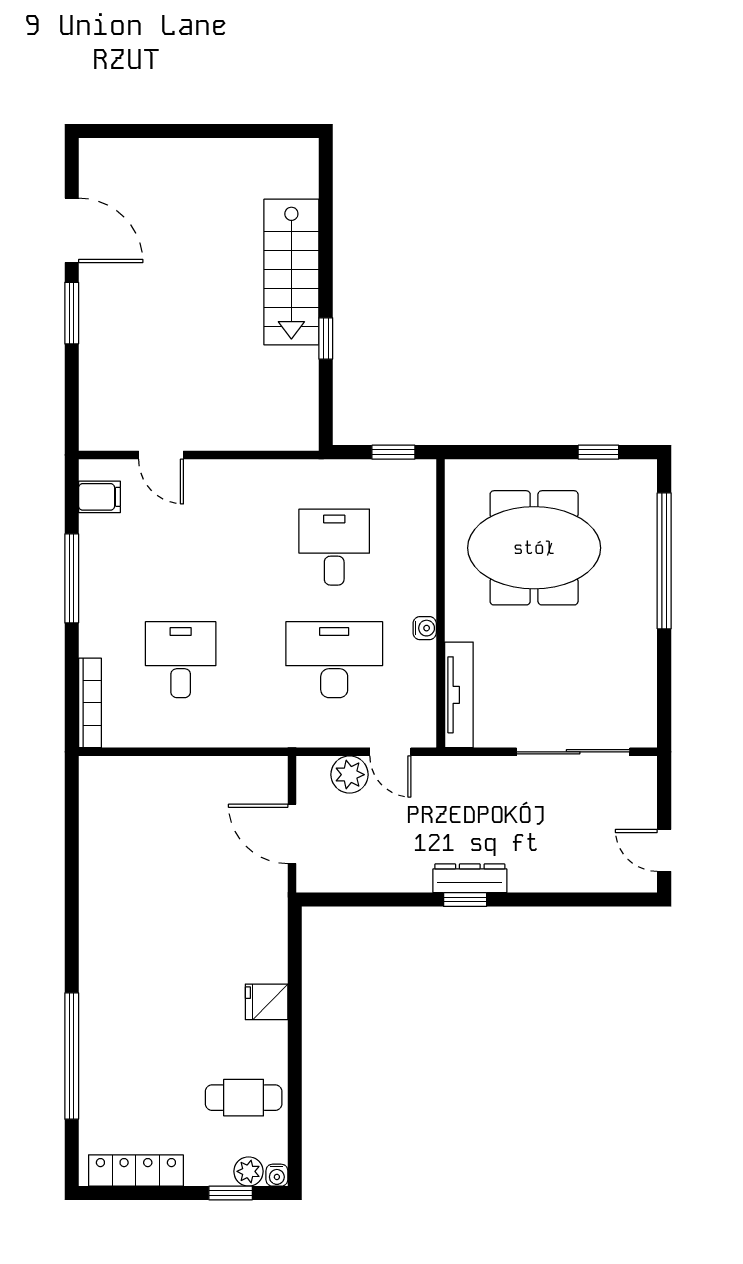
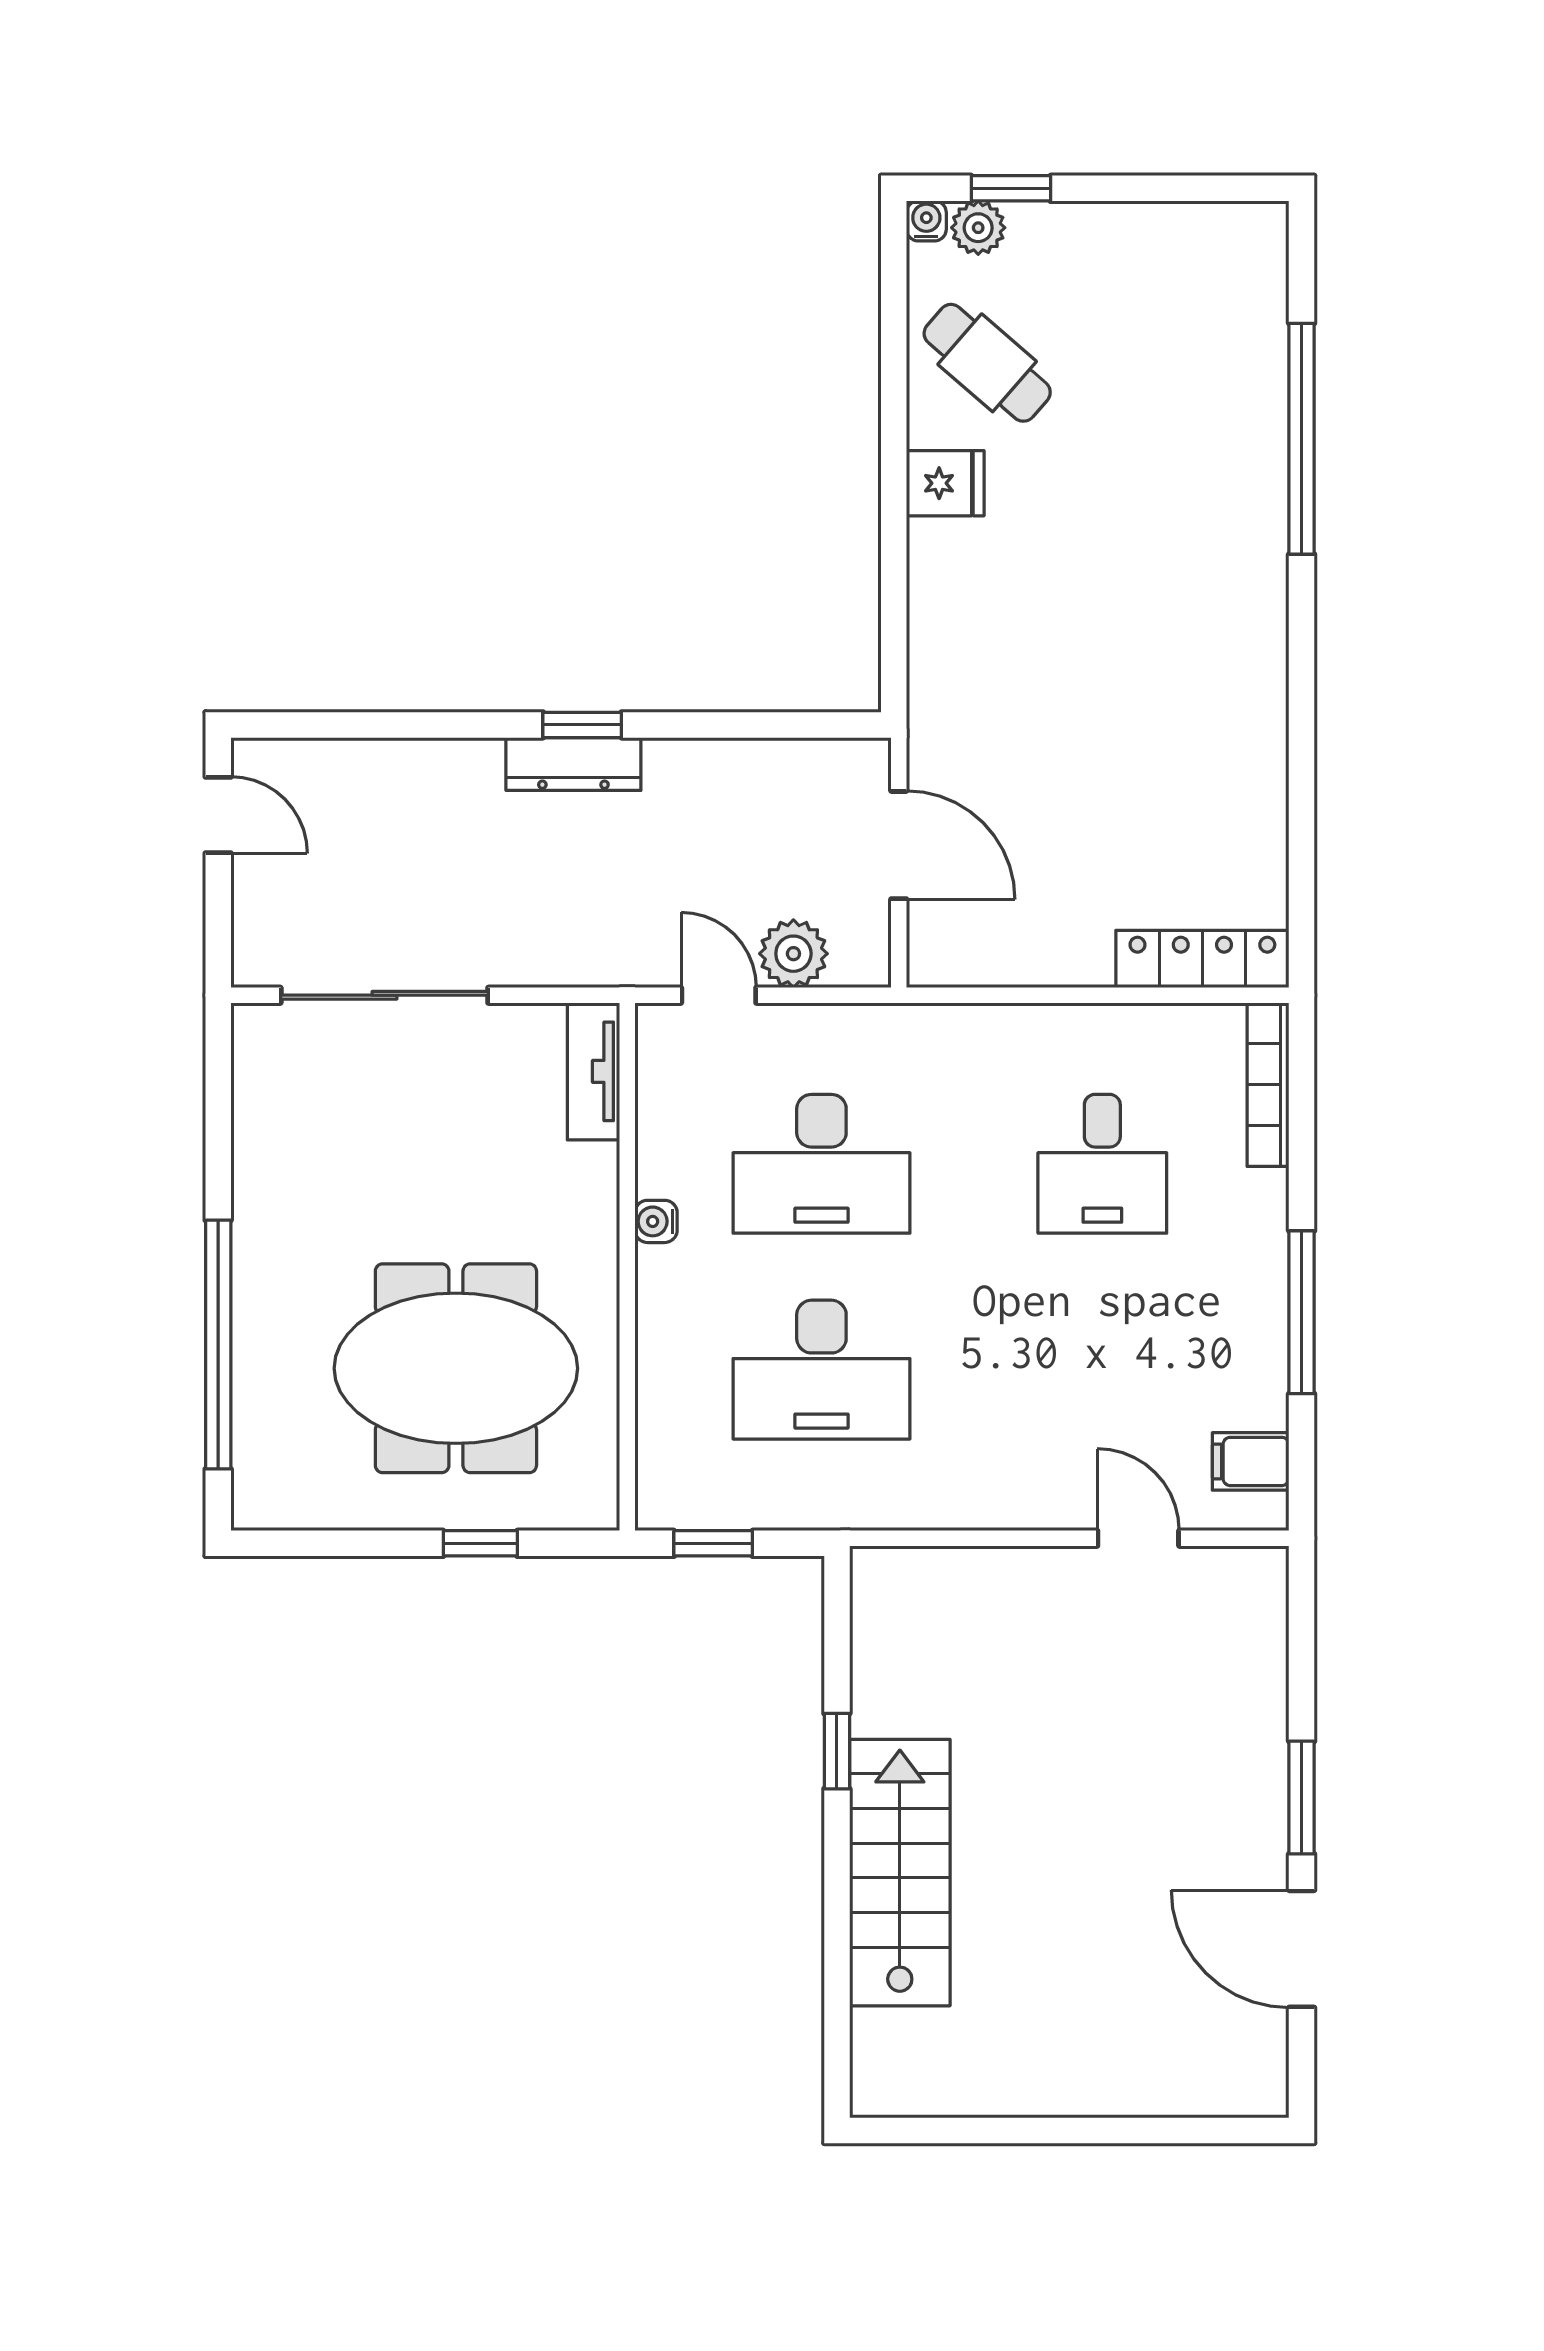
window: (598, 452) -> (480, 1543), moved
desk: (334, 547) -> (821, 1370), width x1.37
tv unit: (459, 695) -> (594, 1071), width x0.71
fridge: (267, 1002) -> (945, 483), moved
cafe table: (244, 1098) -> (987, 363), turned 41
locker: (136, 1170) -> (1202, 959), moved, turned 180

